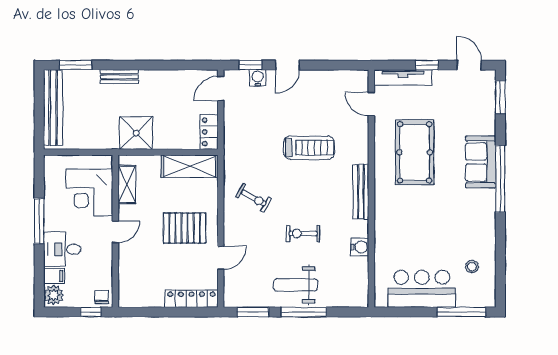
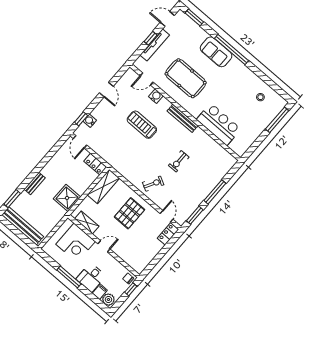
door: (287, 65) -> (106, 90), moved
tv unit: (403, 77) -> (155, 45), moved
treadmill: (309, 148) -> (142, 125), turned -90
exercise bike: (254, 198) -> (153, 184), moved
door: (115, 232) -> (104, 246), hinge flipped
water cooler: (360, 247) -> (156, 96), moved
door: (221, 258) -> (166, 216), moved
weight bench: (296, 285) -> (199, 185), removed
bar counter: (422, 289) -> (219, 124), moved, turned 90
locker: (191, 299) -> (168, 234), width x0.66

